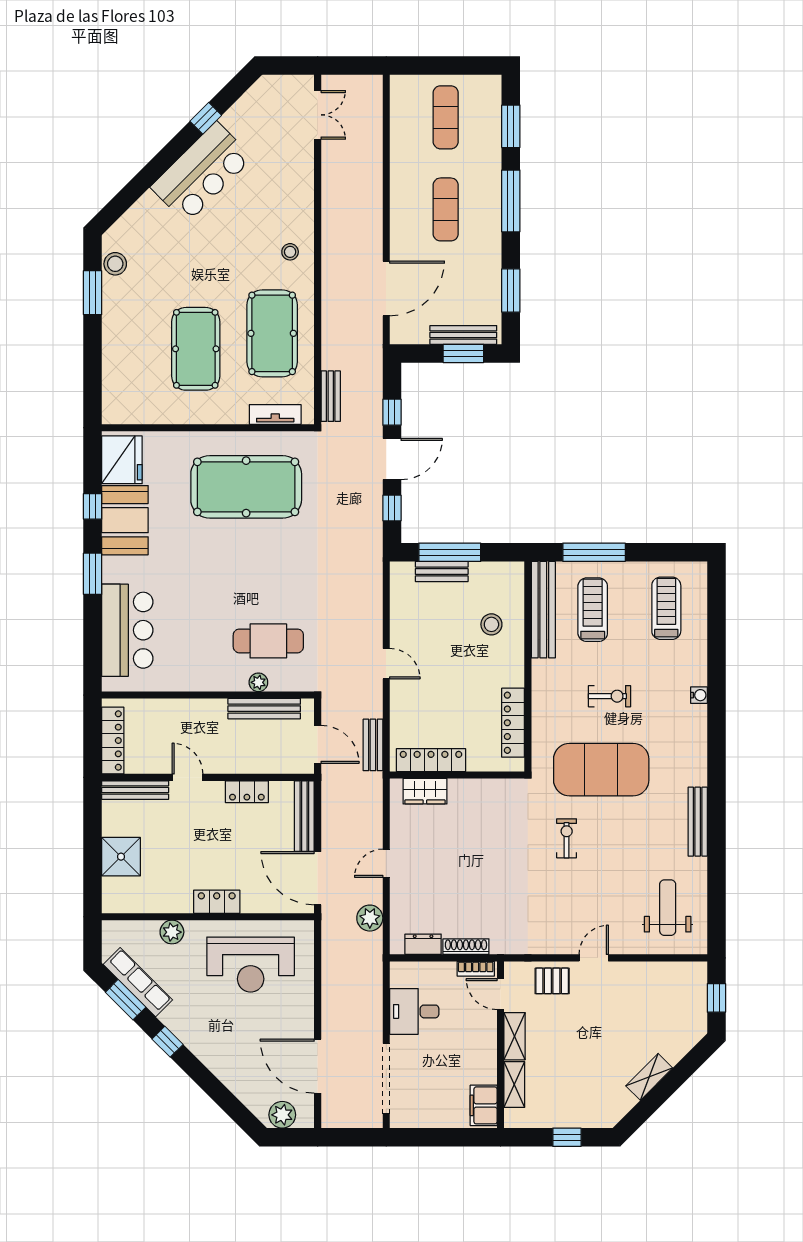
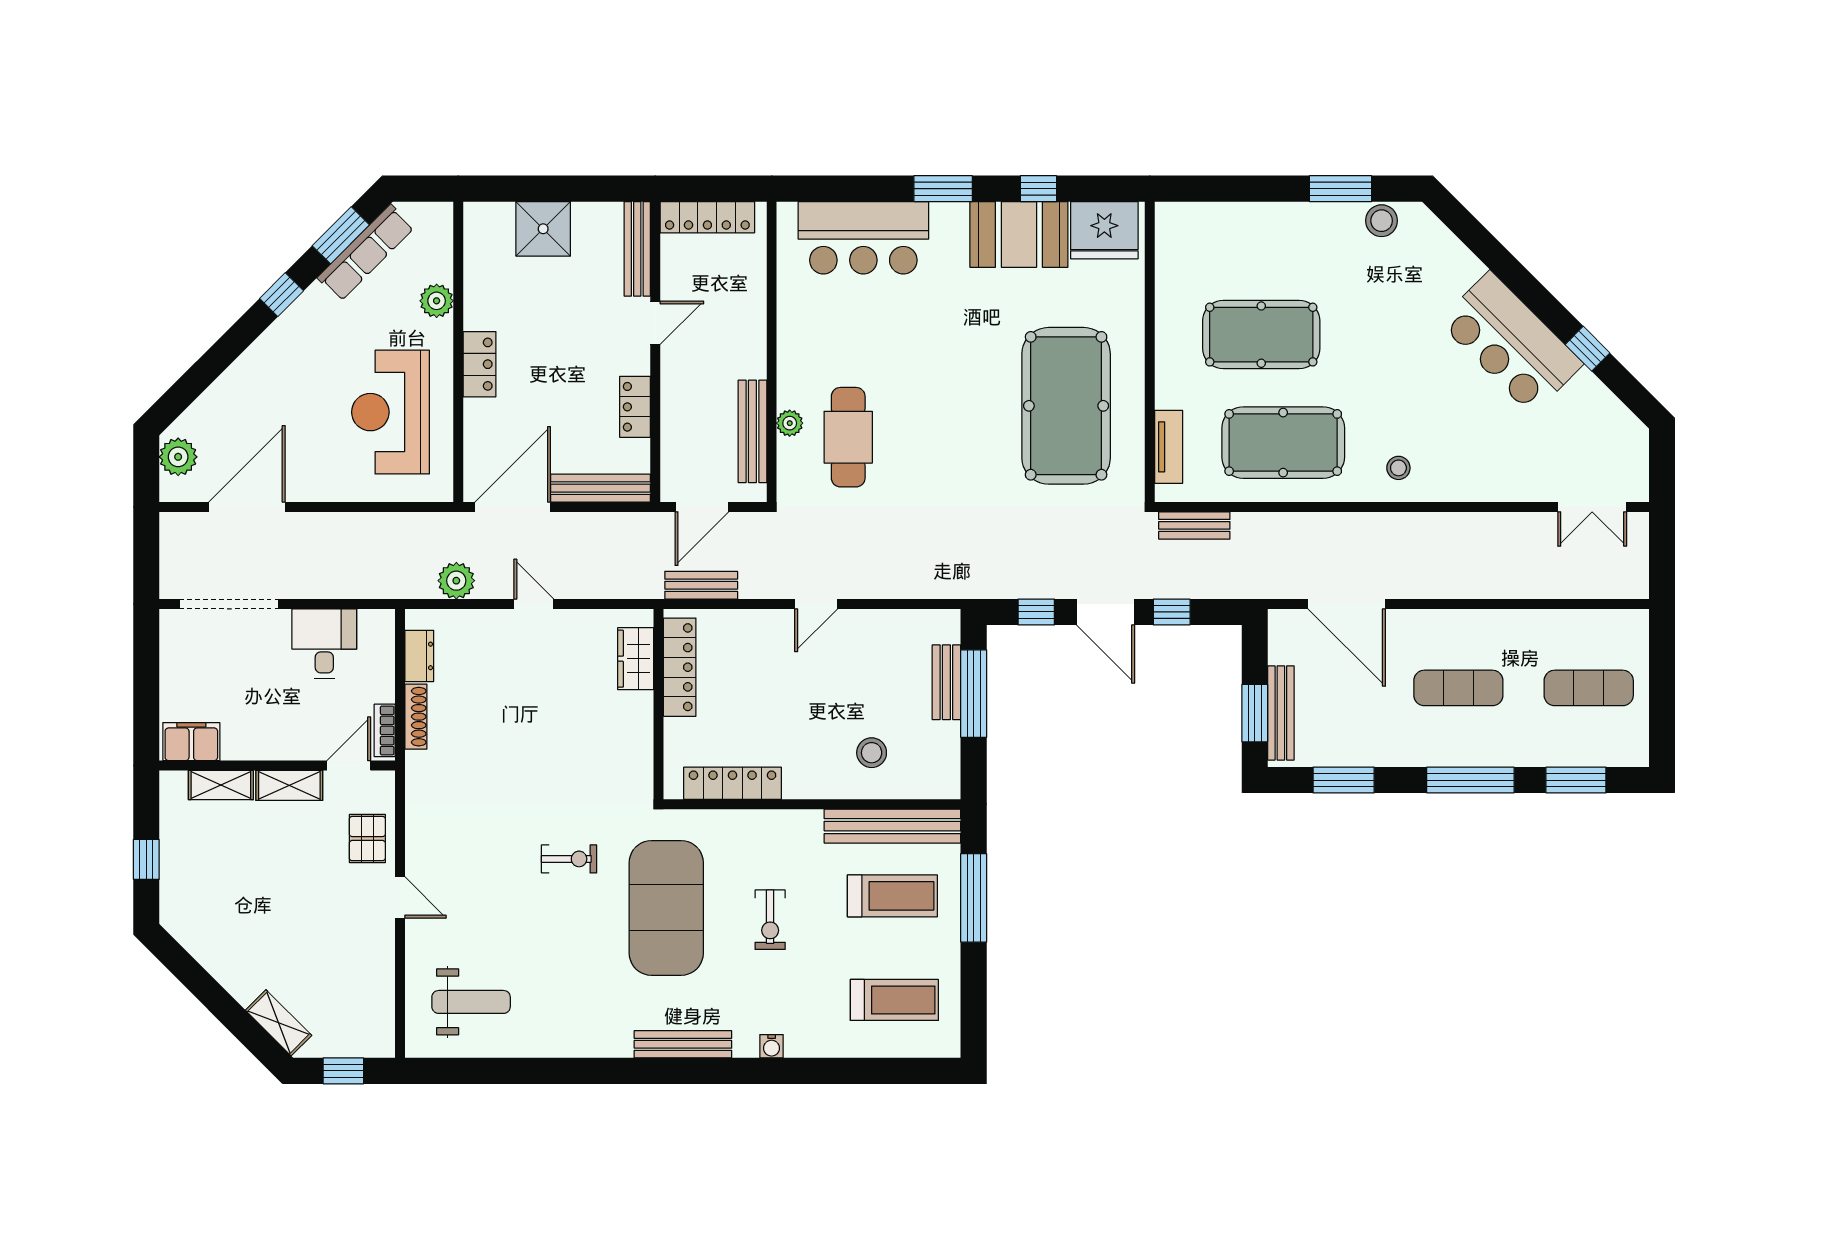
bench: (698, 822) -> (683, 1044), moved
shelving: (649, 1077) -> (279, 1023), moved

